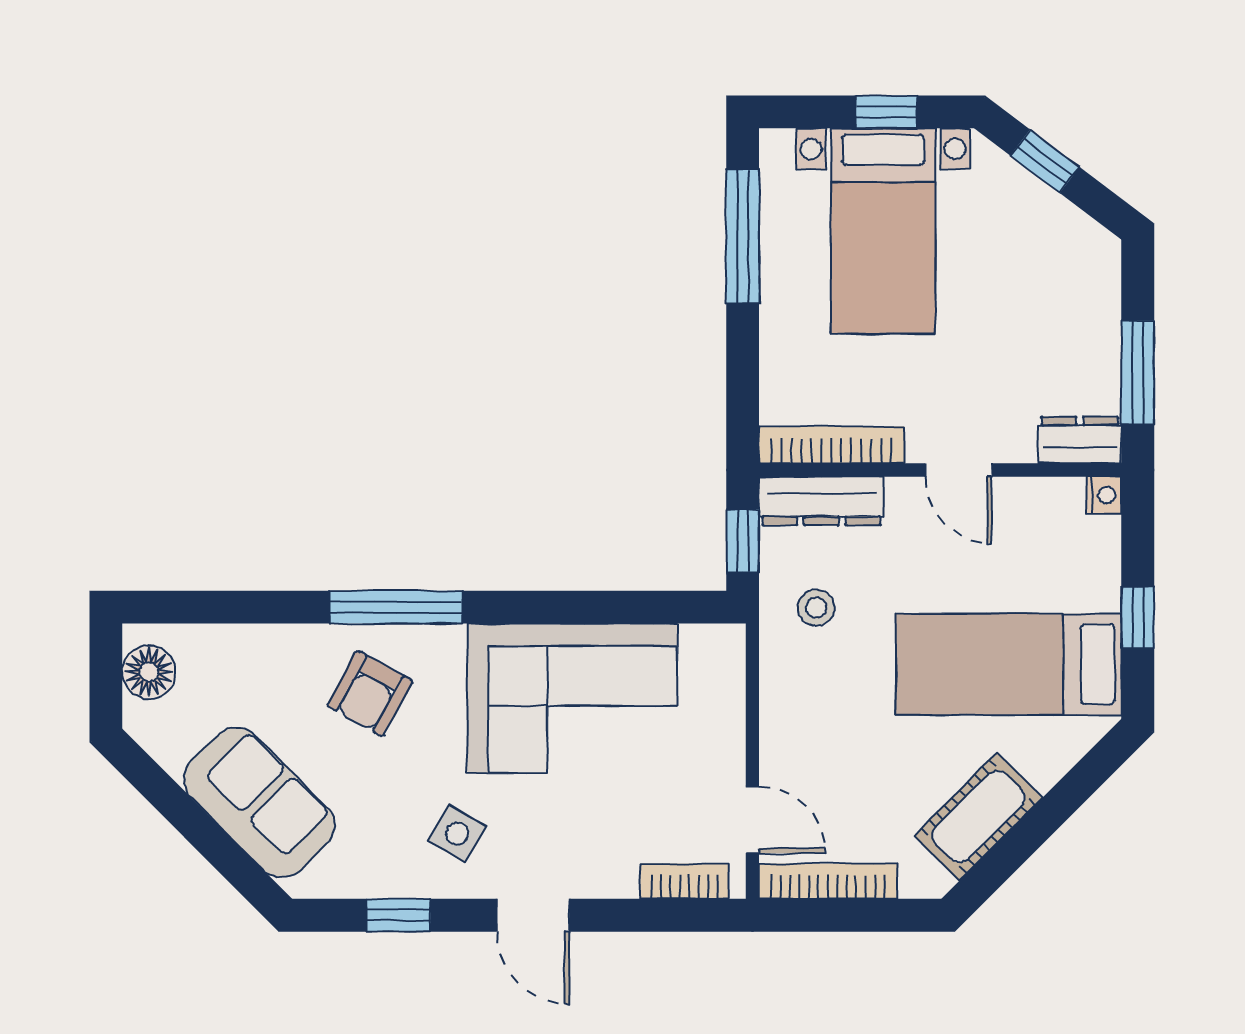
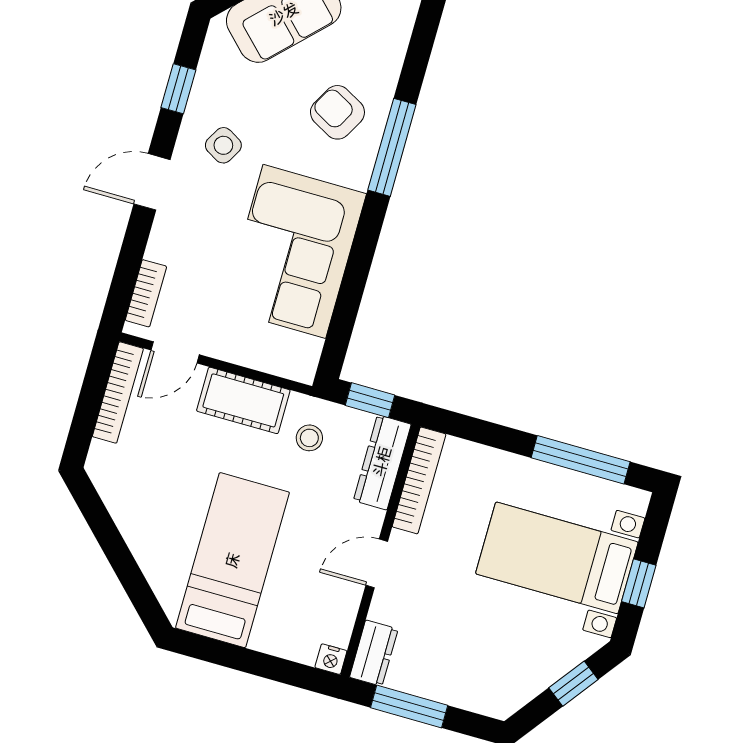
window: (1138, 617) -> (240, 659), removed
cot: (978, 817) -> (243, 400), moved, turned -45

